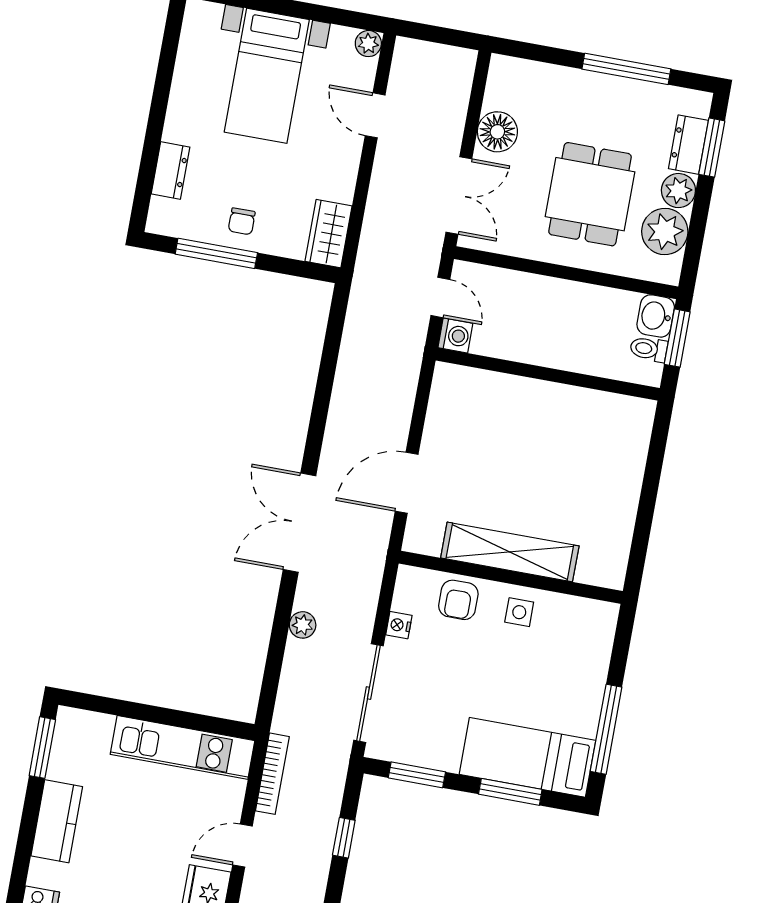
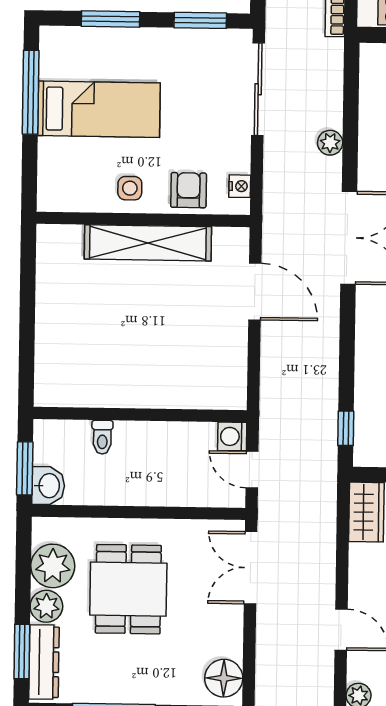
floor lamp: (497, 132) -> (224, 678), moved
dresser: (688, 145) -> (44, 662), width x1.44
window: (336, 324) -> (346, 428), added
toilet: (649, 349) -> (102, 437), moved, turned 90
door: (407, 483) -> (255, 292), hinge flipped
nightstand: (399, 625) -> (240, 186), moved
bed: (527, 757) -> (99, 109), moved

